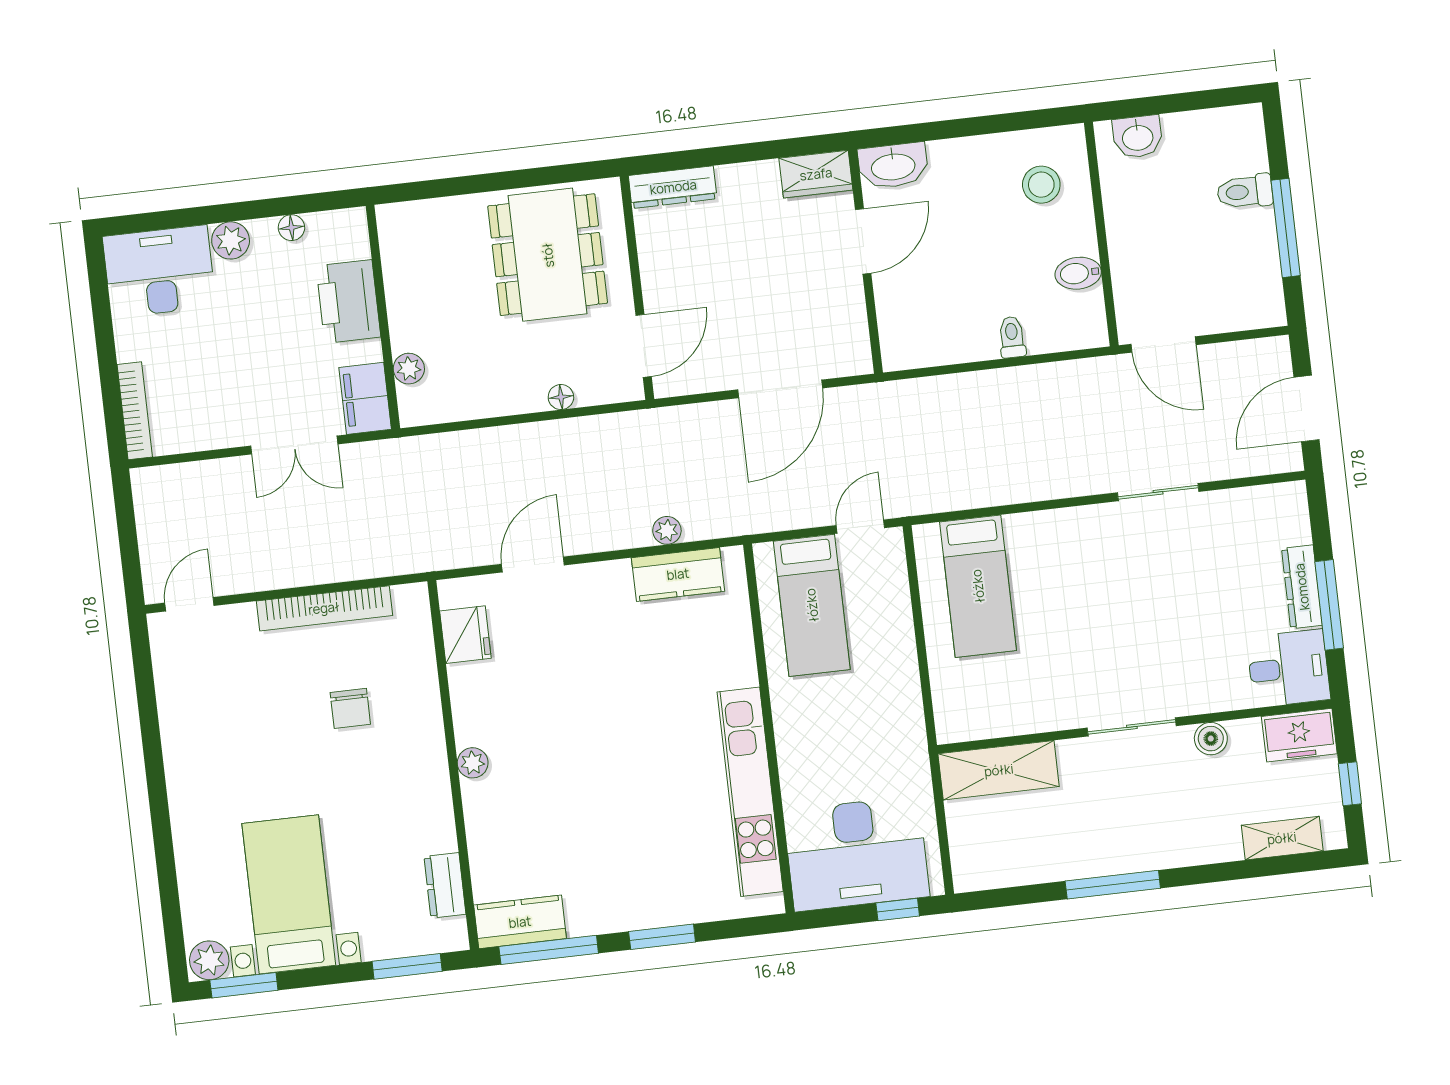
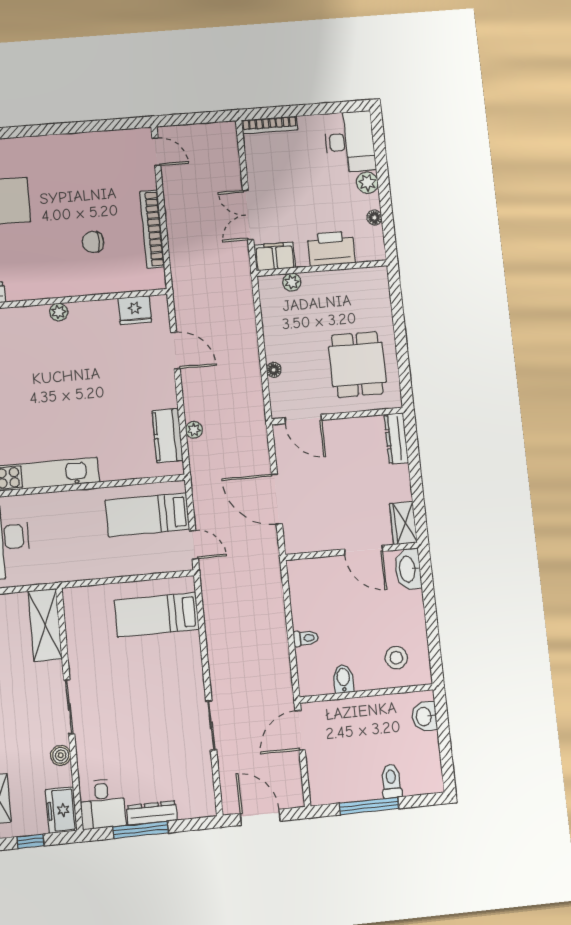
dining table: (548, 255) -> (357, 364), width x0.73

